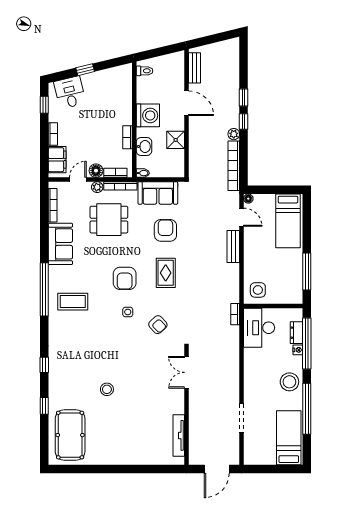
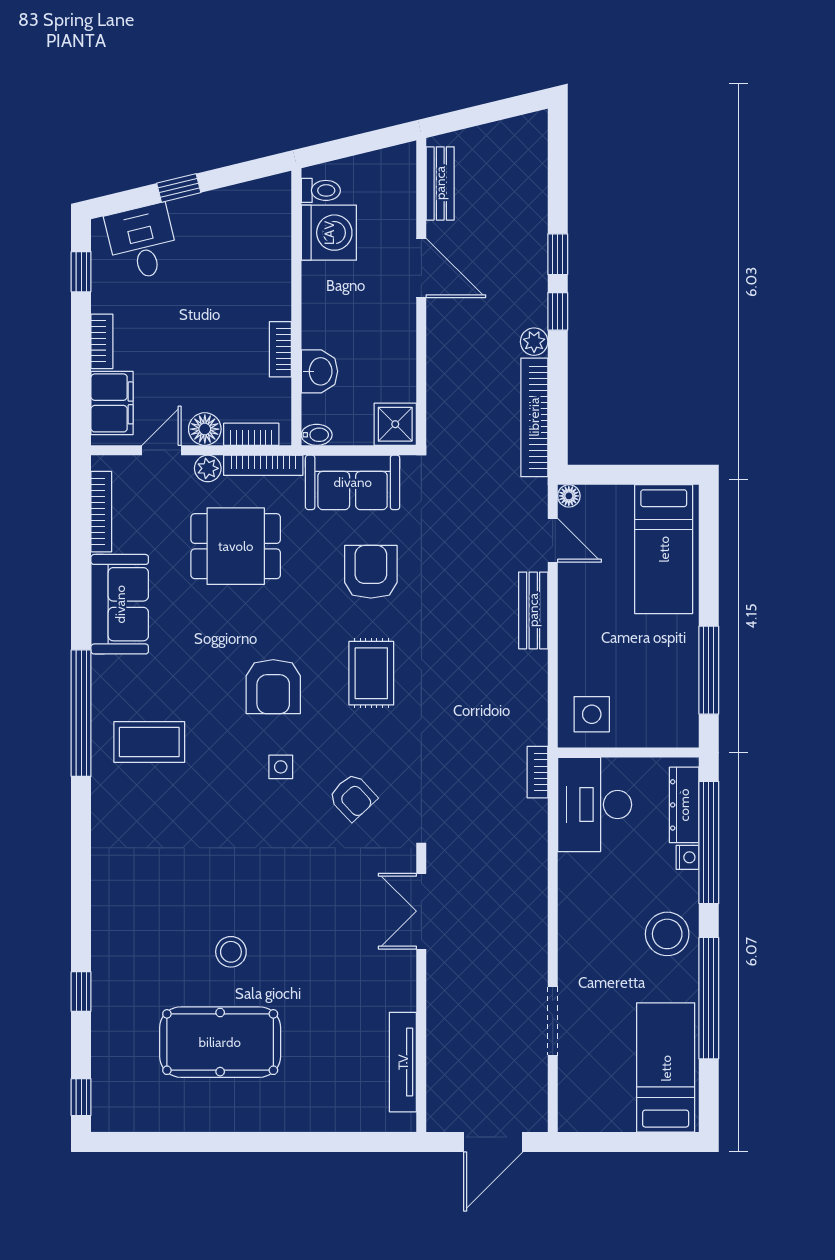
washing machine: (148, 115) -> (329, 233), moved
shower: (176, 140) -> (395, 424), moved
dresser: (297, 333) -> (684, 805), width x1.44
window: (44, 365) -> (81, 1097), moved
pool table: (70, 435) -> (220, 1042), moved, turned 90

